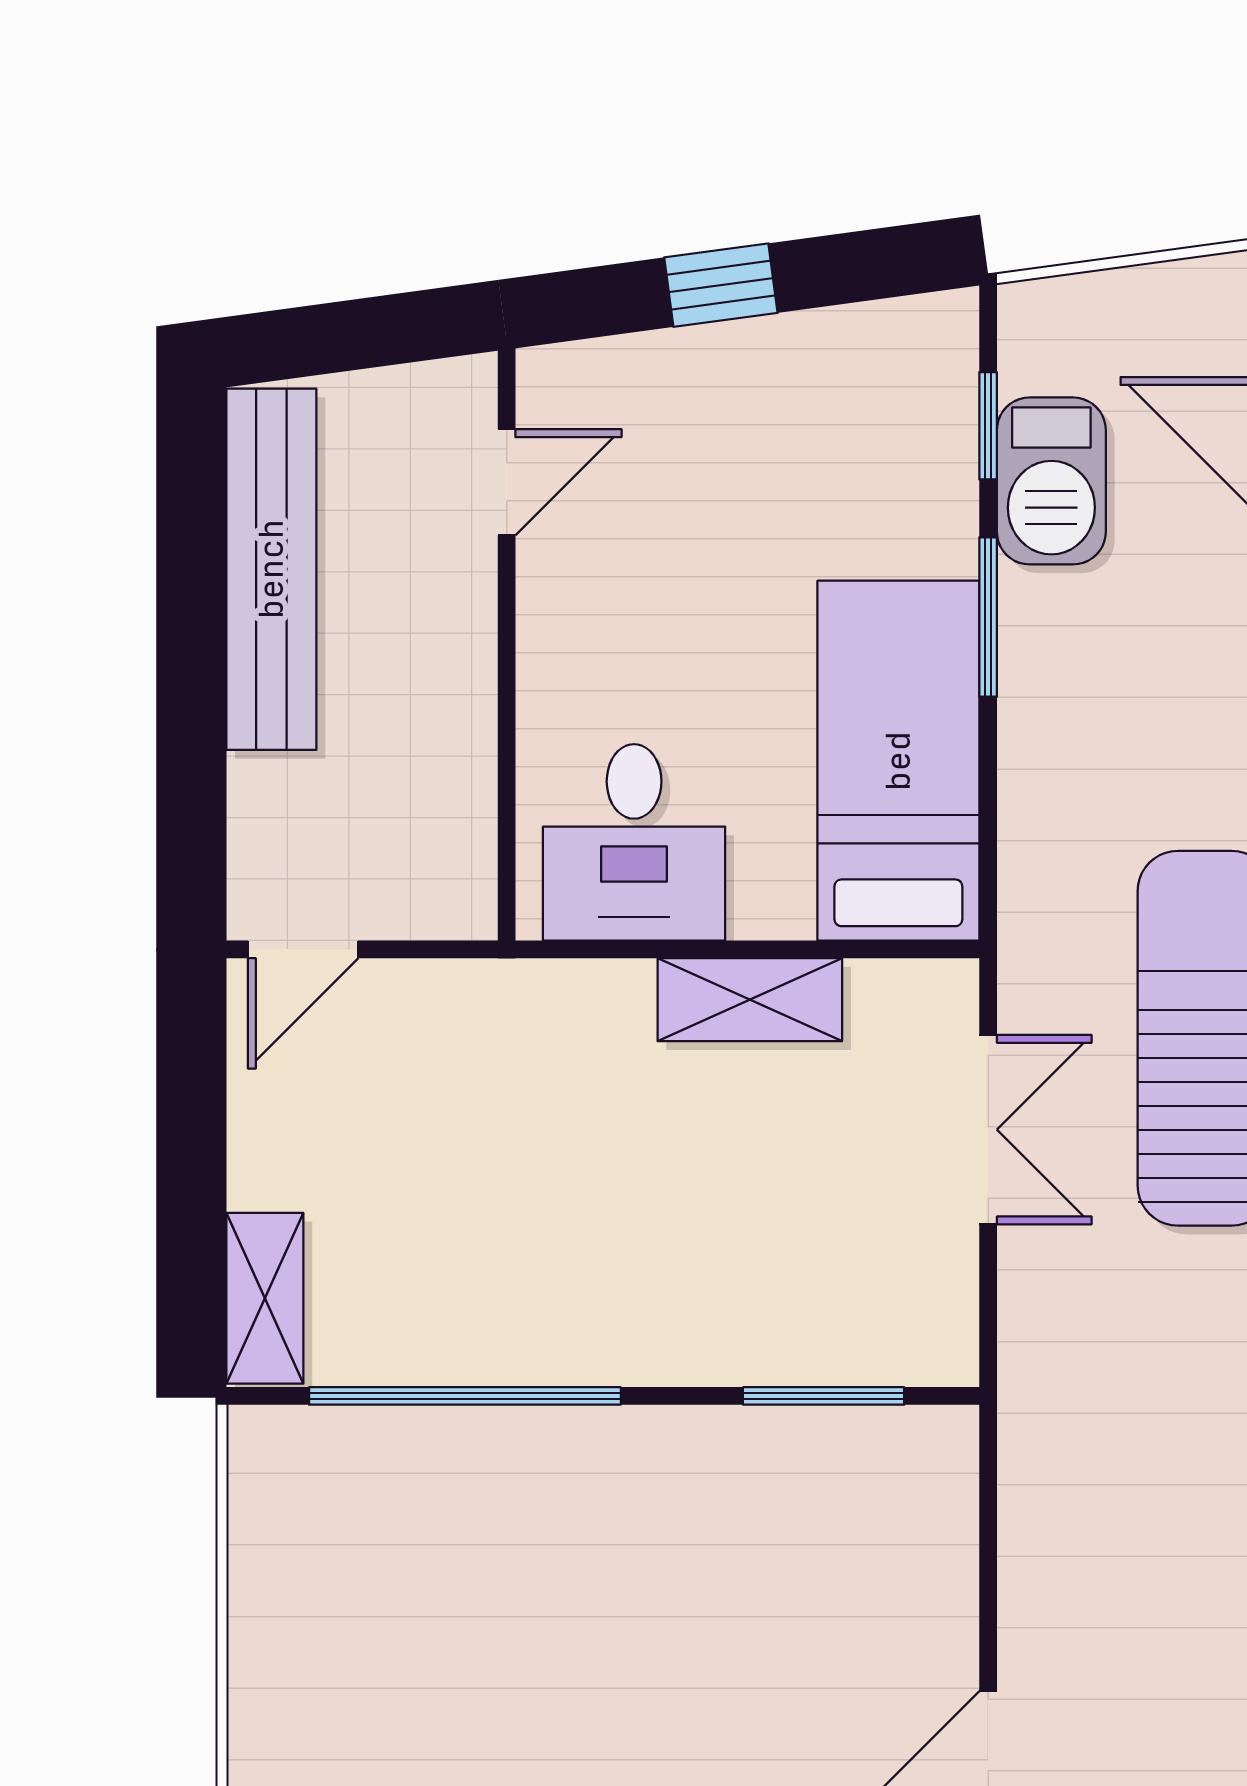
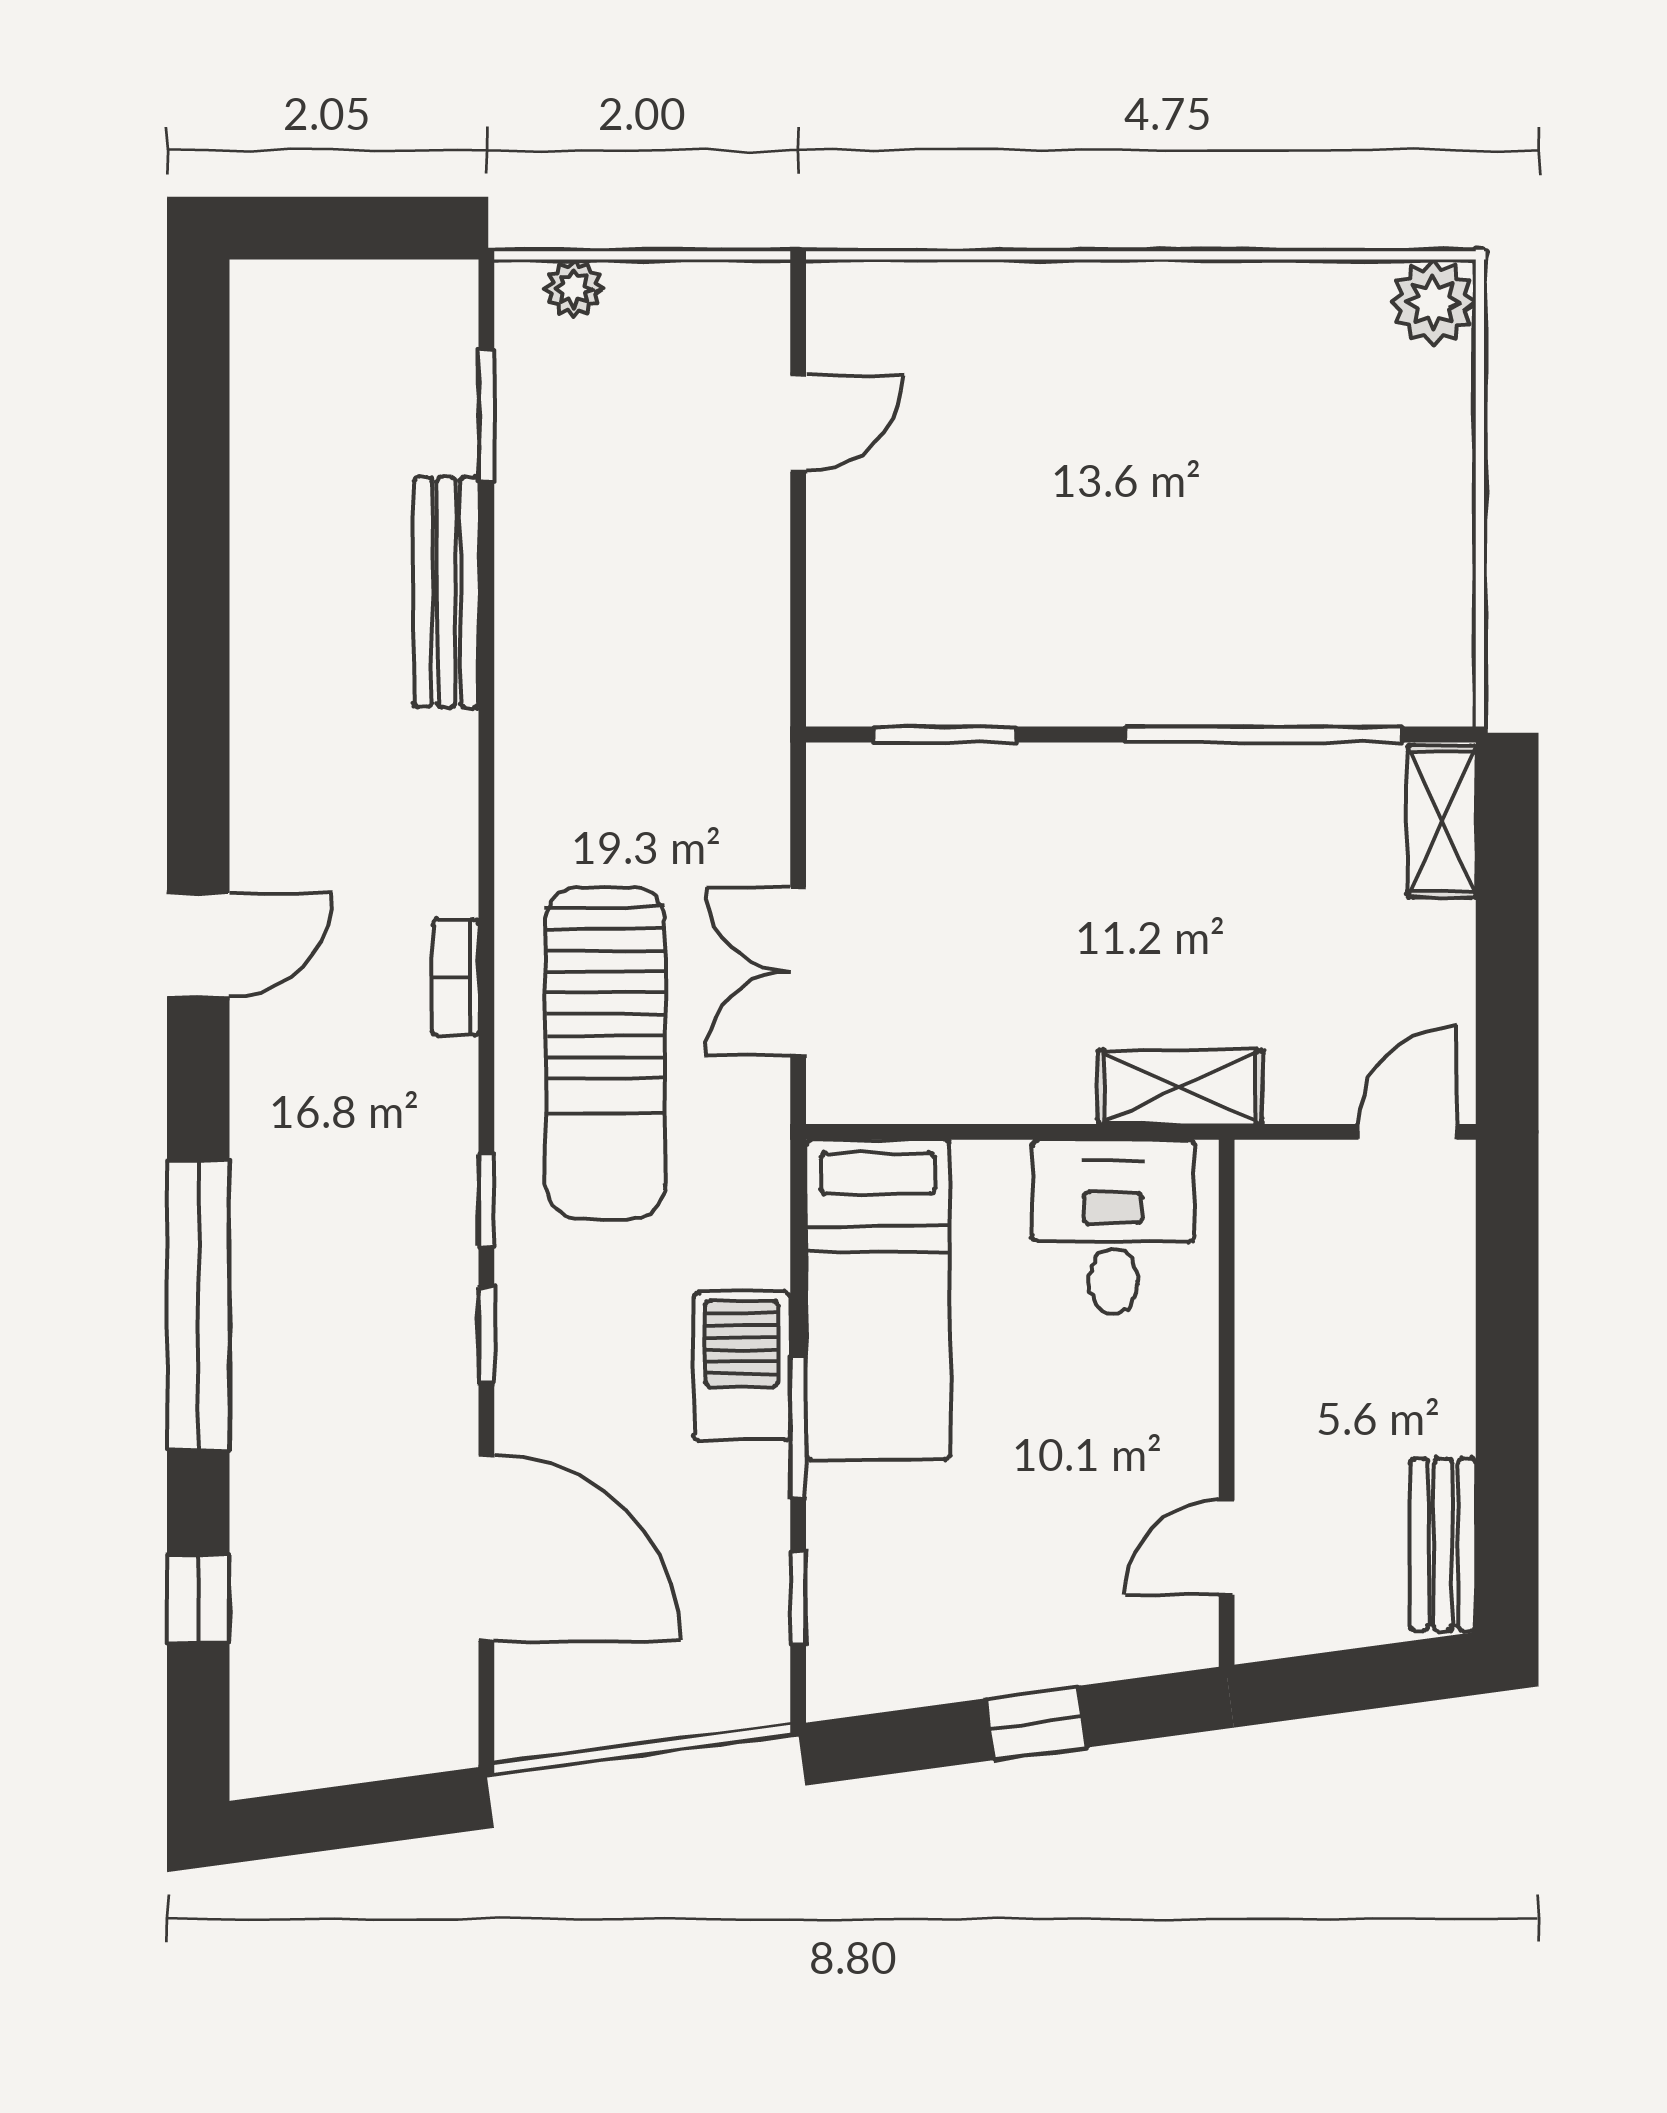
barbecue: (1051, 481) -> (742, 1366), moved
bench: (271, 569) -> (1443, 1545), width x0.54, depth x0.82
shelving: (750, 1000) -> (1180, 1087), moved

